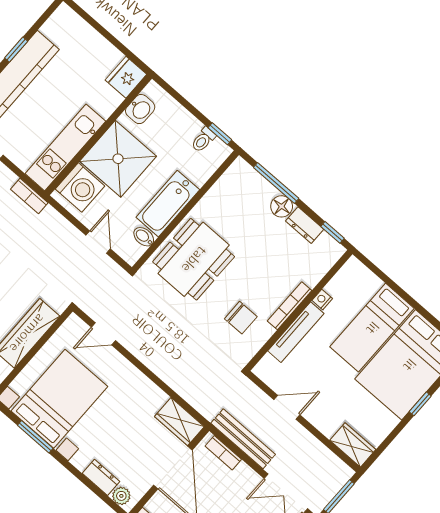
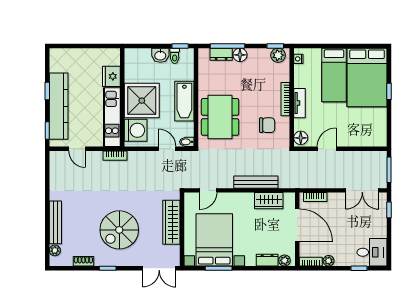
fridge: (126, 77) -> (111, 76), moved
washbasin: (140, 109) -> (160, 55), moved, turned 90
dresser: (305, 225) -> (221, 54), moved
bidet: (144, 237) -> (187, 142), moved
plant: (326, 246) -> (278, 55), added
nightstand: (322, 299) -> (298, 59), moved
tv unit: (296, 332) -> (299, 103), width x0.71
floor lamp: (267, 368) -> (301, 138), added
wardrobe: (179, 422) -> (269, 201), moved
bench: (243, 439) -> (256, 182), moved
wardrobe: (353, 445) -> (374, 139), removed

